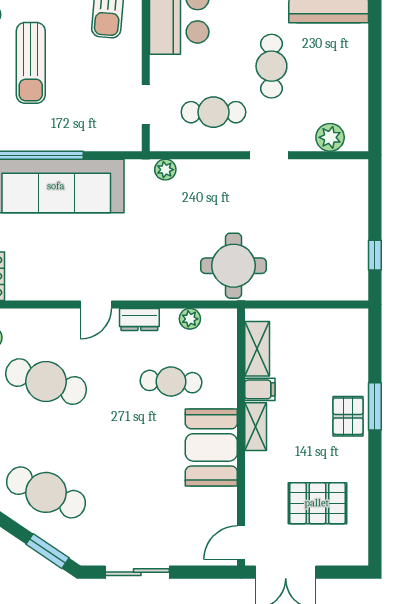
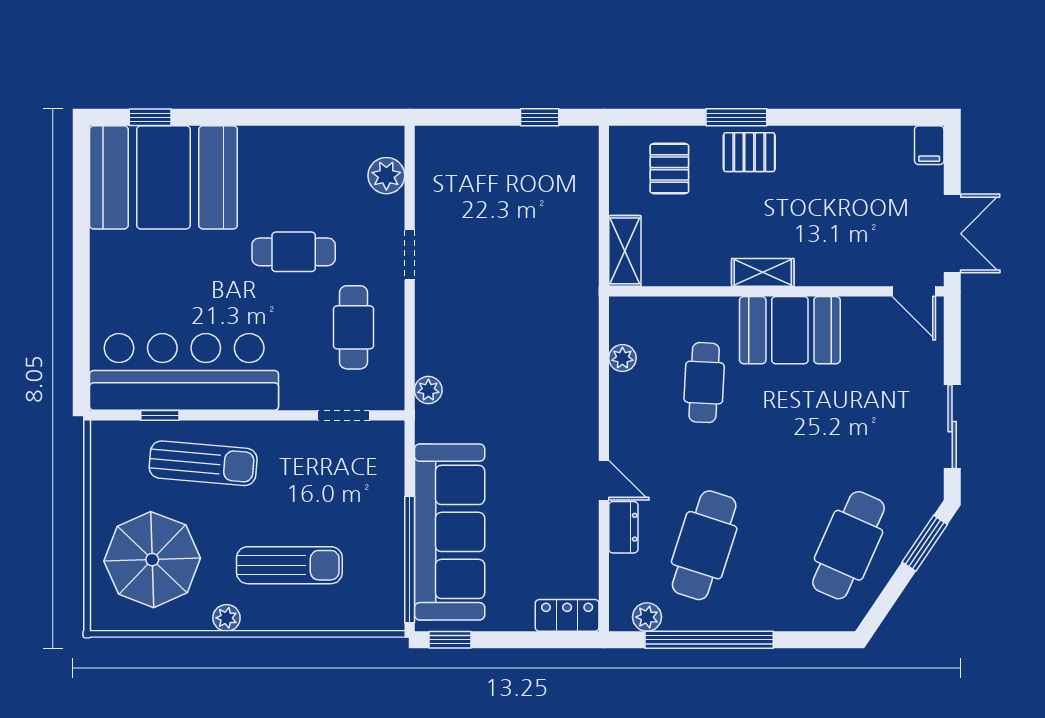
round table: (234, 266) -> (553, 301), removed
dresser: (139, 319) -> (623, 527), moved
shelving: (257, 349) -> (625, 251), moved, turned 90
filing cabinet: (260, 389) -> (929, 145), moved, turned 180
pallet: (317, 503) -> (669, 169), moved, width x0.67, depth x0.71

